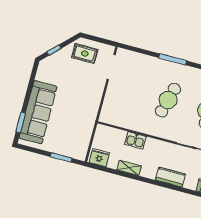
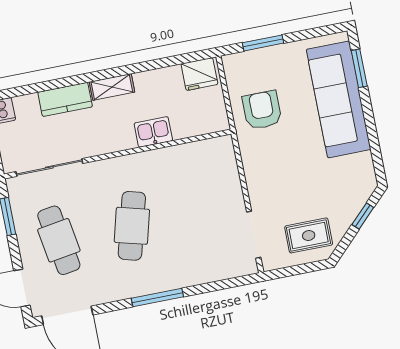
armchair: (78, 125) -> (262, 110), added
shelving: (129, 168) -> (112, 87), moved

